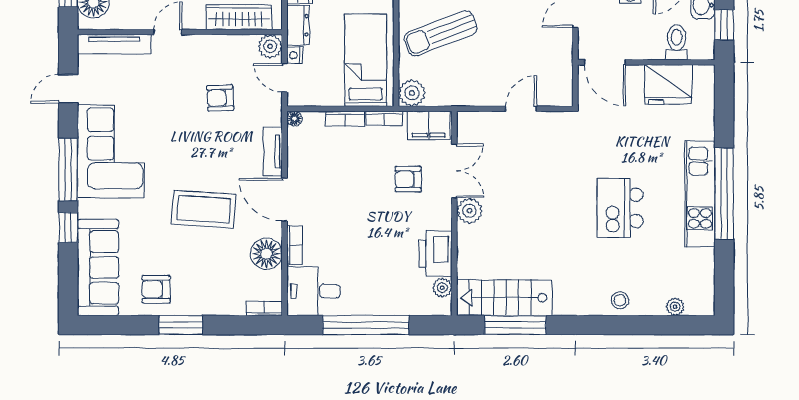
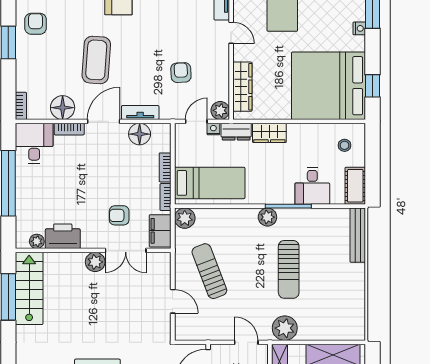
sun lounger: (441, 33) -> (209, 271), moved
floor lamp: (294, 119) -> (140, 134), moved, width x1.89, depth x1.89
armchair: (408, 179) -> (119, 215), turned -90

